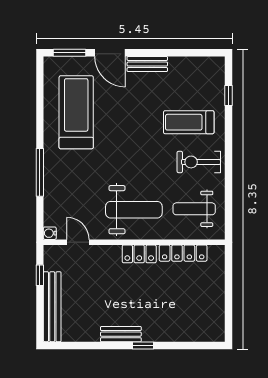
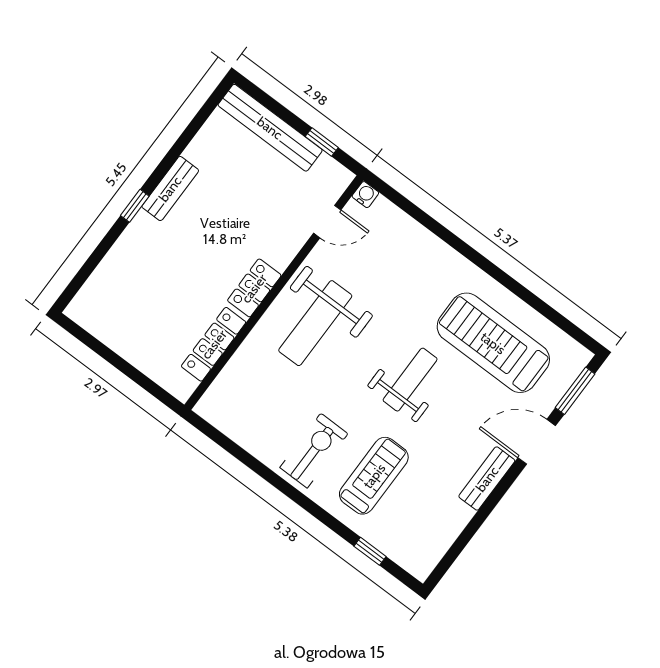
treadmill: (76, 112) -> (493, 343), turned 180
window: (40, 172) -> (452, 240), removed
weight bench: (194, 209) -> (410, 380), moved

